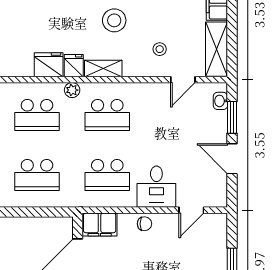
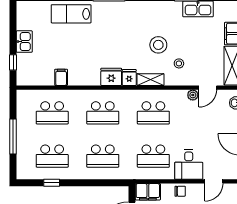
stool: (160, 49) -> (179, 63), moved
plant: (72, 90) -> (193, 95), moved

